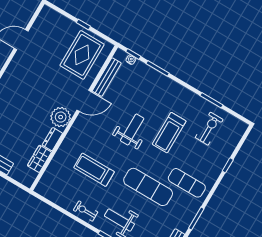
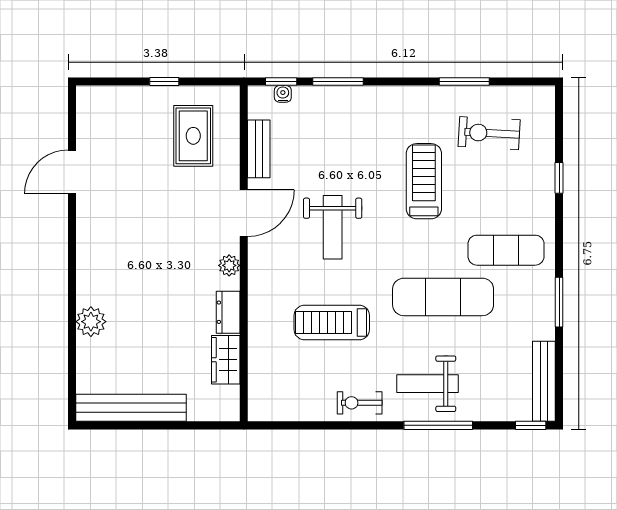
rug: (82, 55) -> (193, 136), width x0.73, depth x0.70
bench: (107, 77) -> (259, 149), width x0.73
plant: (61, 117) -> (229, 265), width x0.53, depth x0.53
weight bench: (132, 129) -> (333, 227), moved, turned 180
exercise bike: (209, 129) -> (489, 133), turned -87
treadmill: (169, 133) -> (424, 181), turned 180

